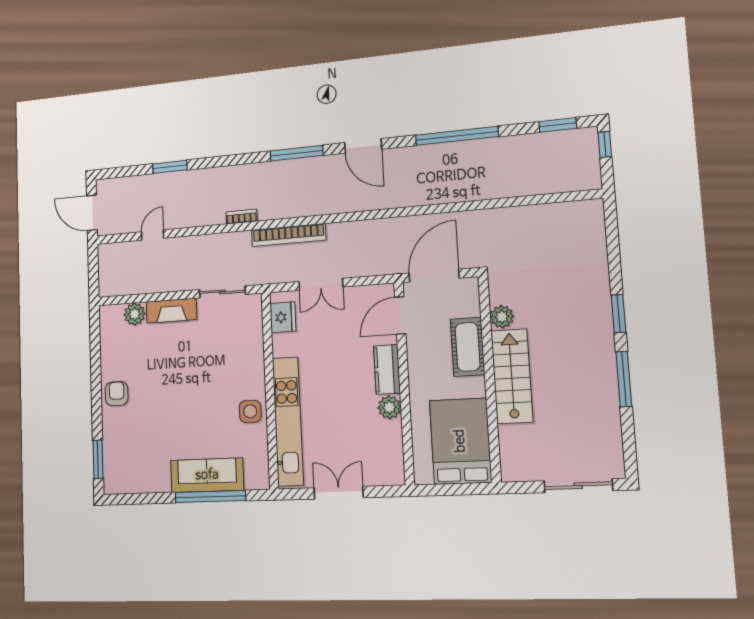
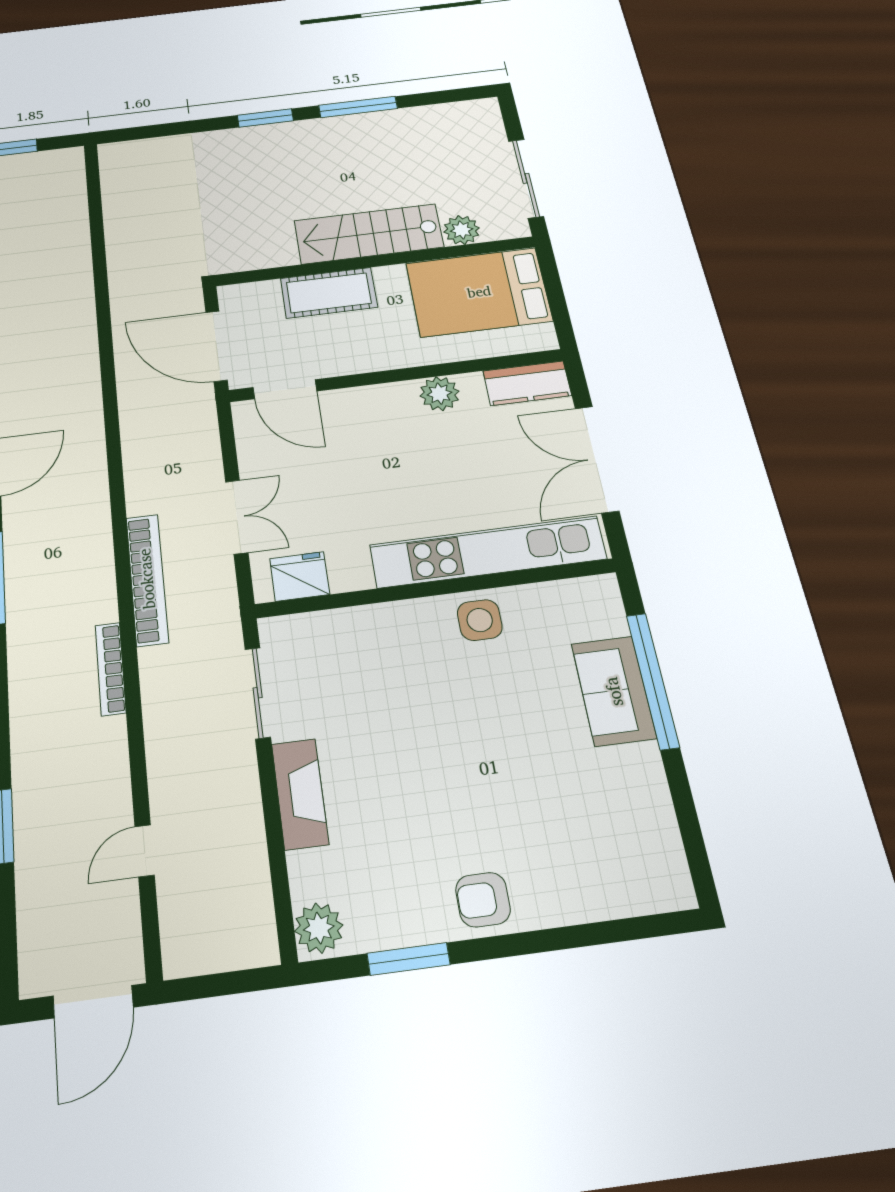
bookcase: (242, 217) -> (111, 669), width x1.56
door: (153, 235) -> (145, 851), hinge flipped
plant: (135, 314) -> (319, 928), moved
plant: (502, 317) -> (462, 230), moved
kitchen counter: (387, 369) -> (527, 383), moved
window: (98, 459) -> (409, 959), moved
sofa: (207, 475) -> (614, 691), width x0.73
sliding door: (578, 486) -> (526, 178), moved
double door: (339, 493) -> (597, 459), width x1.37

